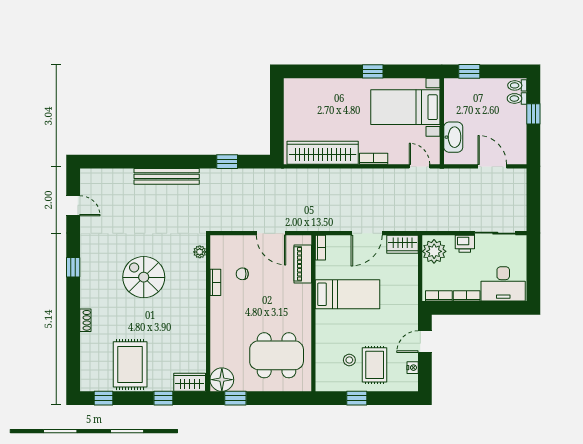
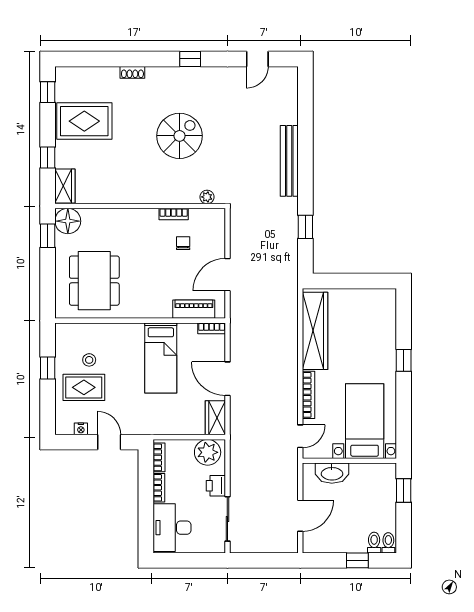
window: (373, 71) -> (404, 360), moved
bookcase: (374, 159) -> (309, 395), width x1.56

